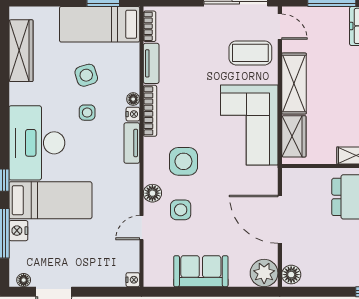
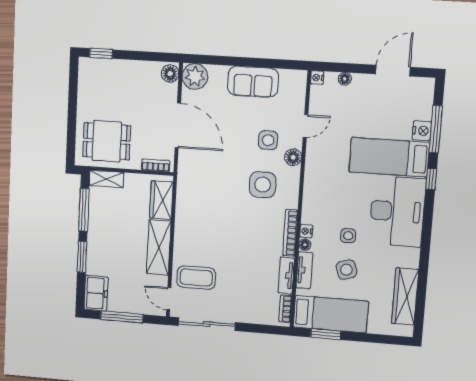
corner sofa: (249, 125) -> (201, 213), removed
tv unit: (132, 143) -> (304, 270), moved
bookcase: (302, 174) -> (156, 165), added
floor lamp: (24, 280) -> (345, 79), moved

